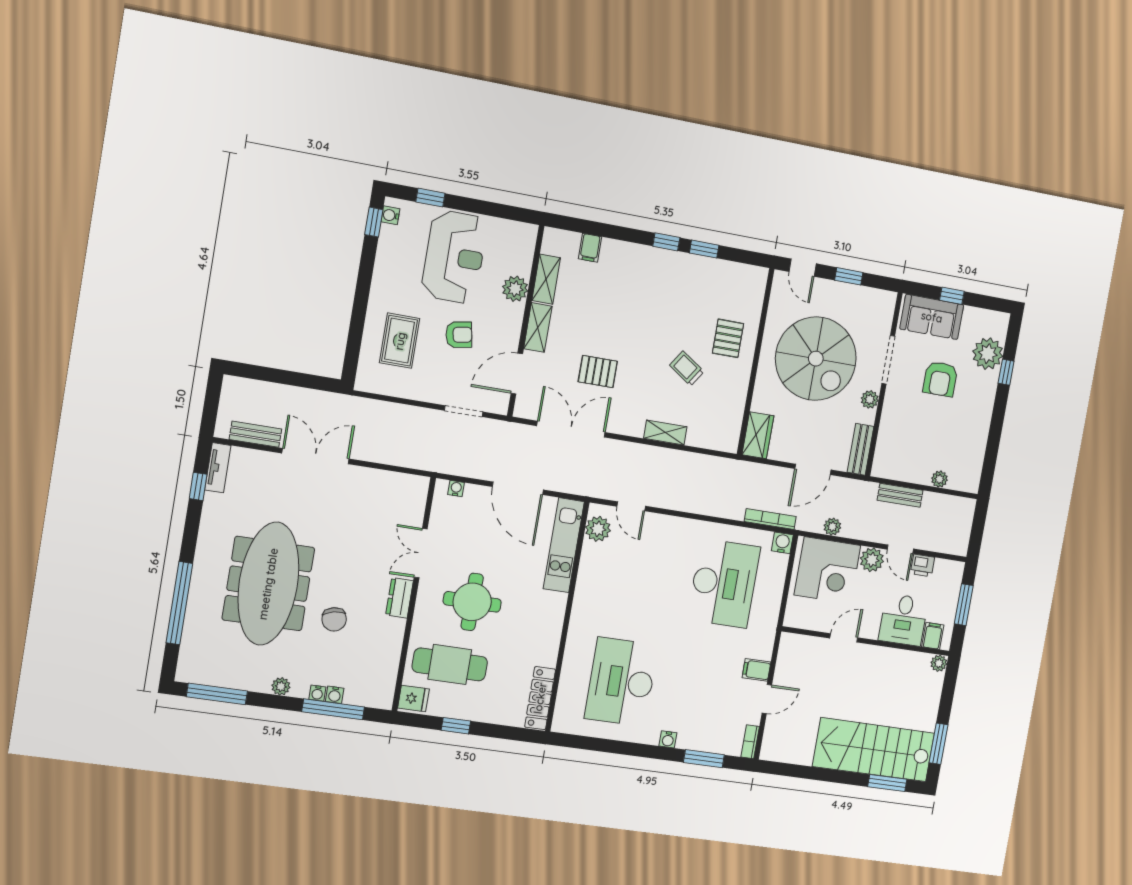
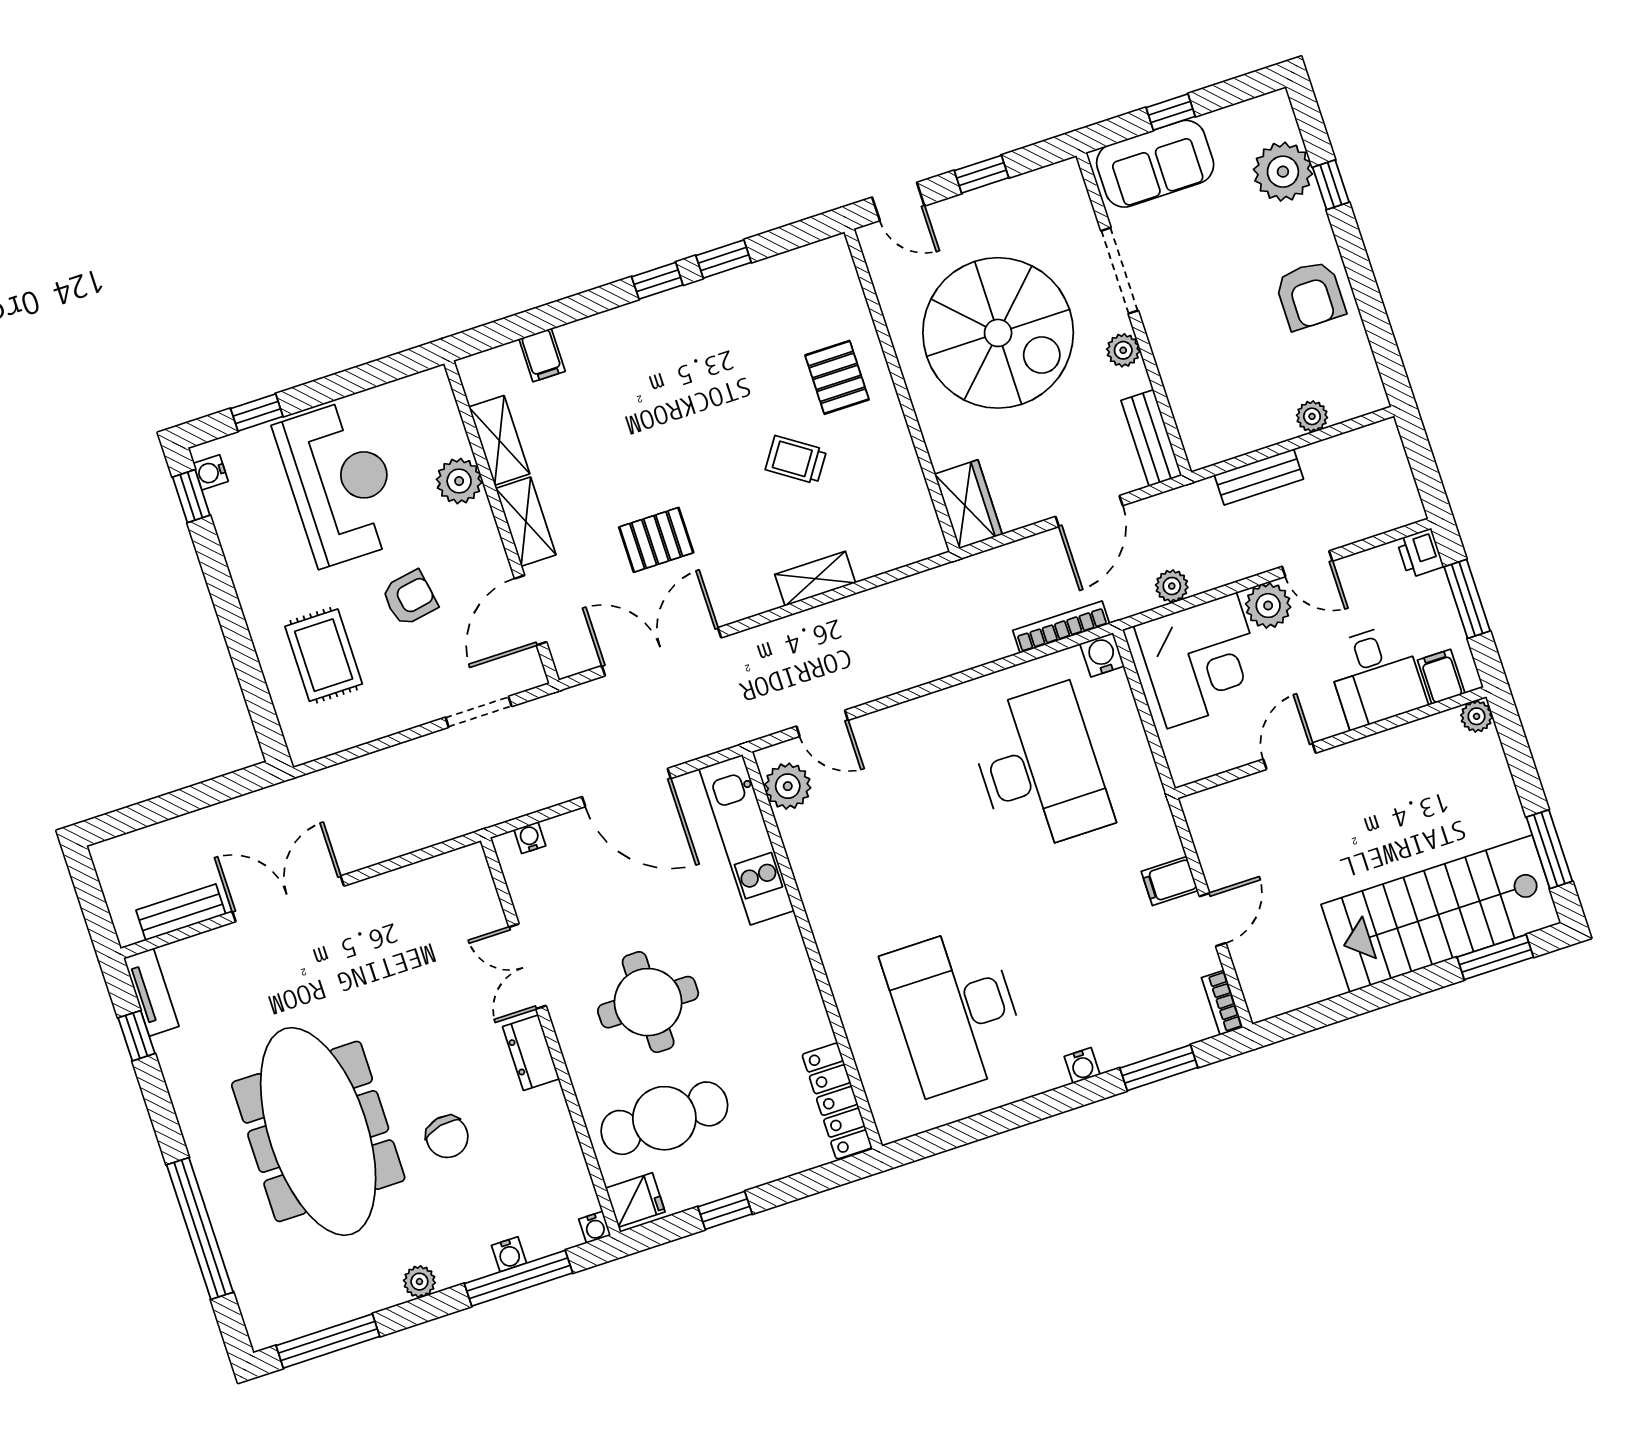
armchair: (940, 379) -> (1310, 295), moved
printer: (922, 565) -> (1420, 553), moved, turned 90
water cooler: (317, 693) -> (595, 1227), moved

